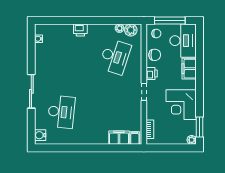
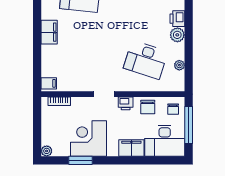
plant: (131, 30) -> (177, 35), moved
window: (200, 127) -> (80, 160), moved
filing cabinet: (119, 138) -> (49, 32), moved

